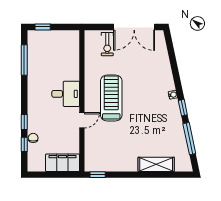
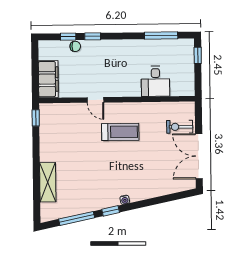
desk: (66, 94) -> (155, 81), moved
treadmill: (111, 98) -> (120, 132), width x0.73, depth x0.73

